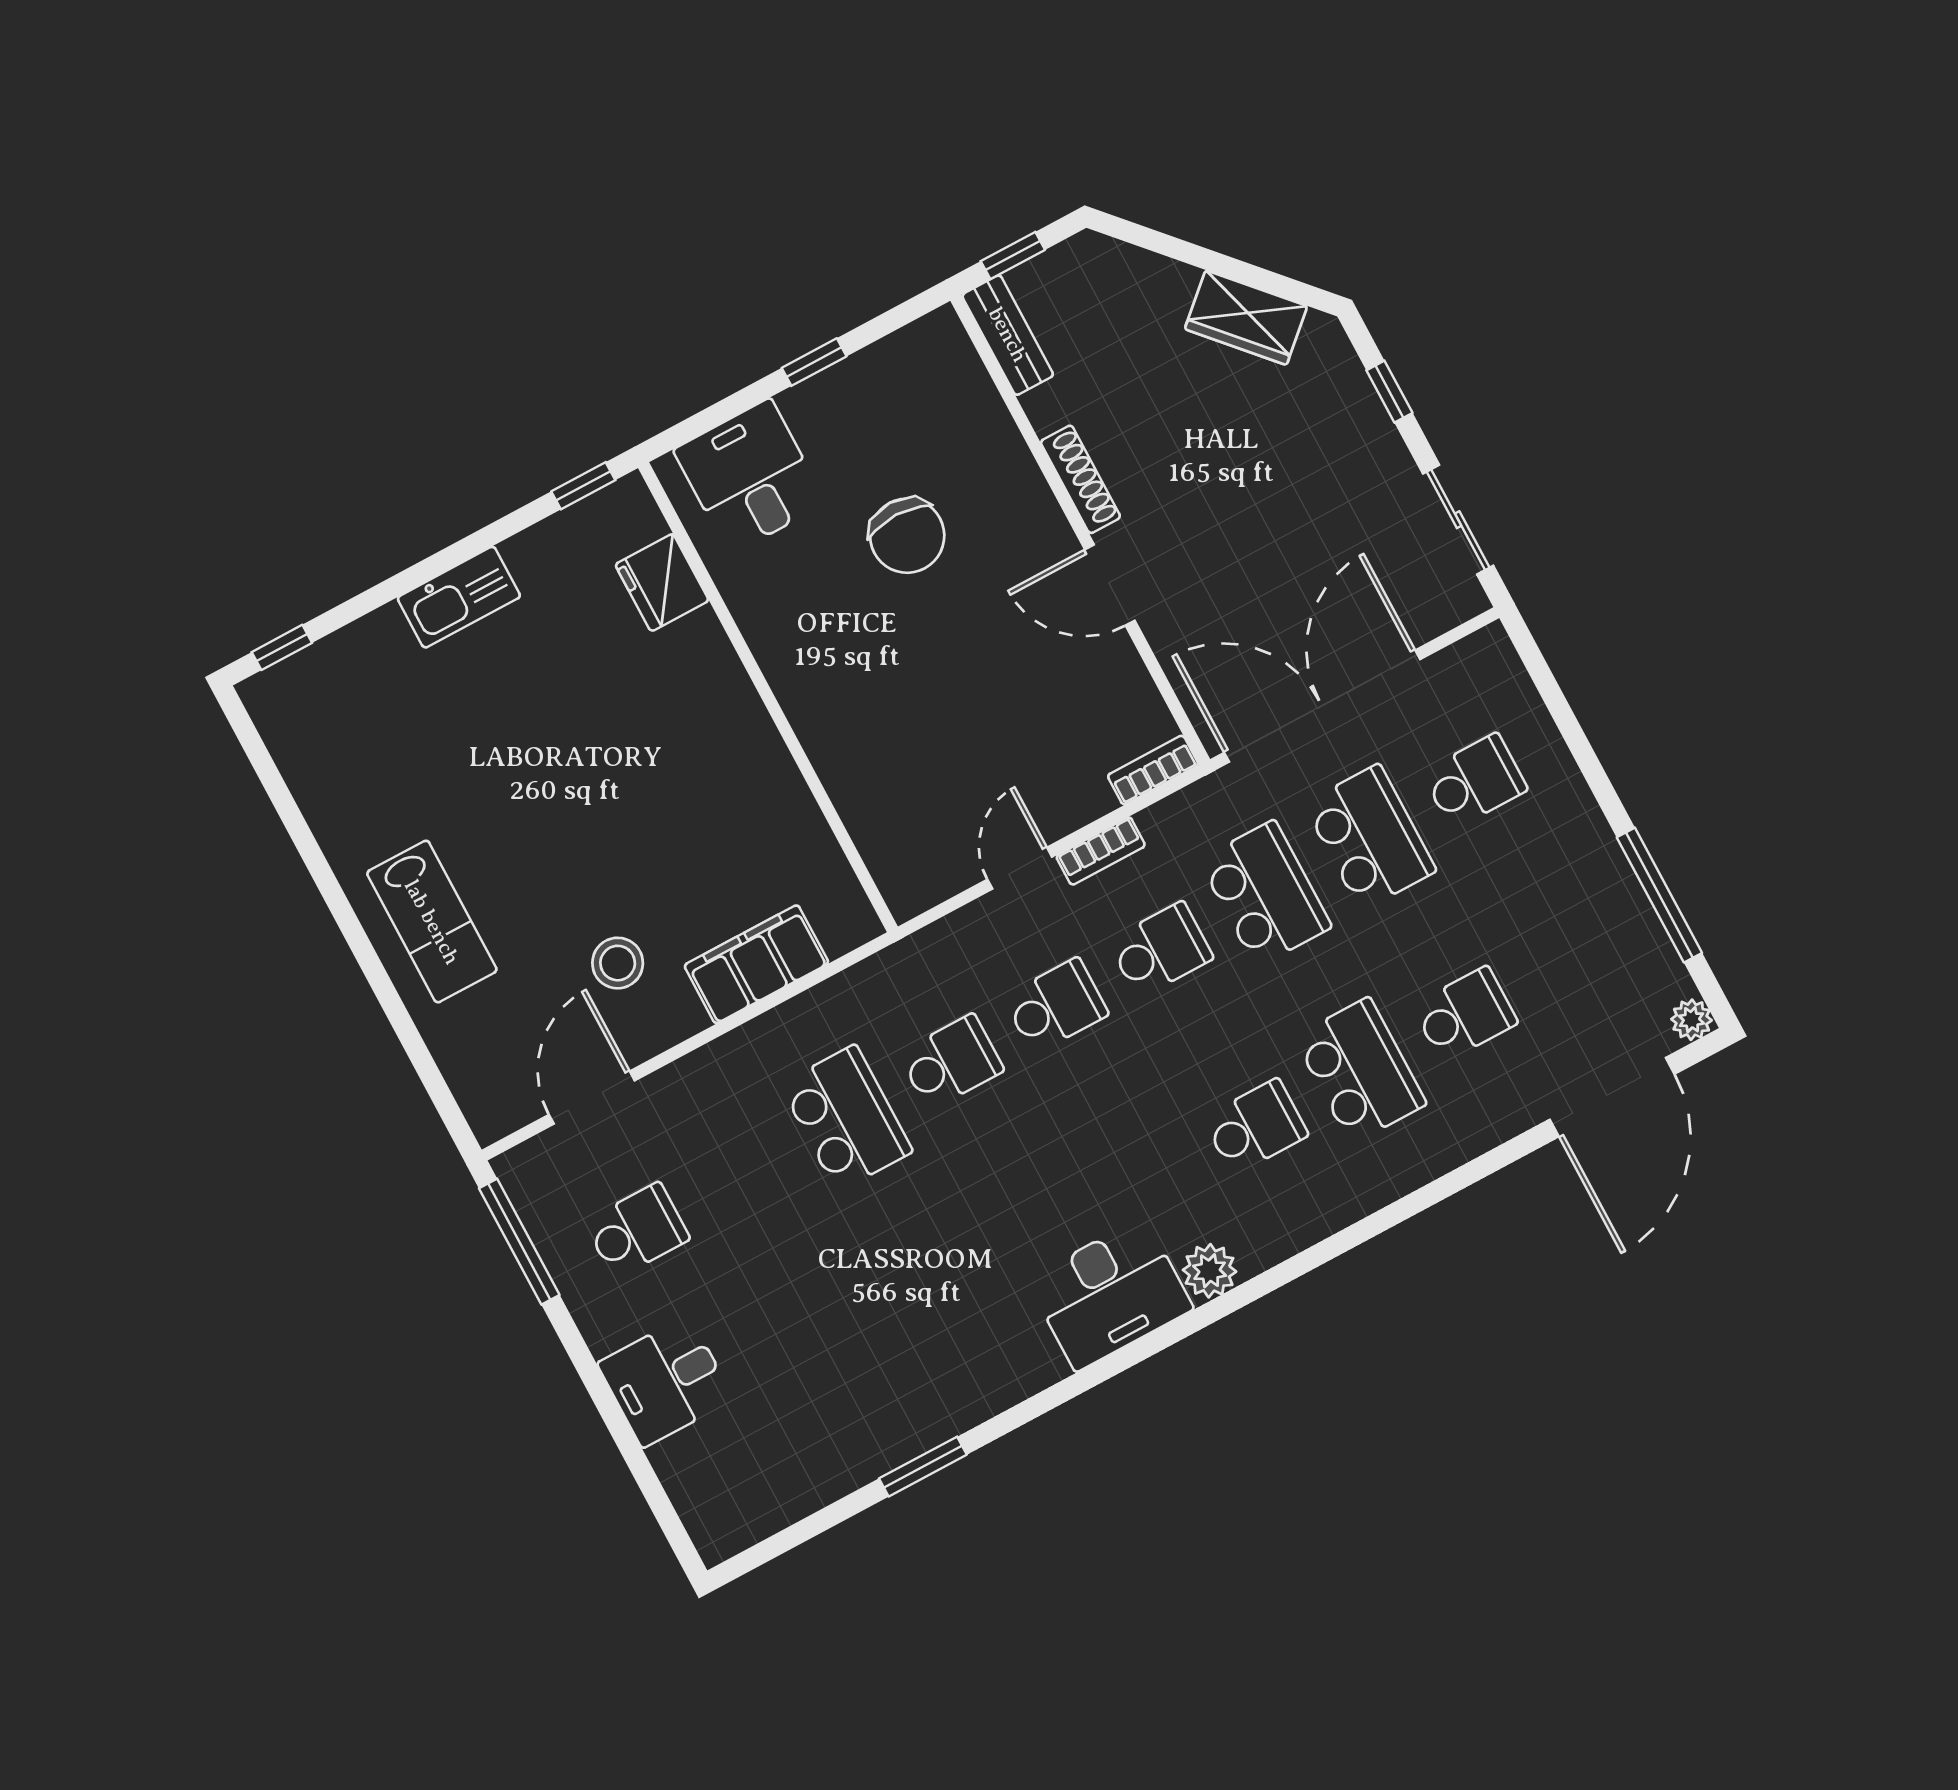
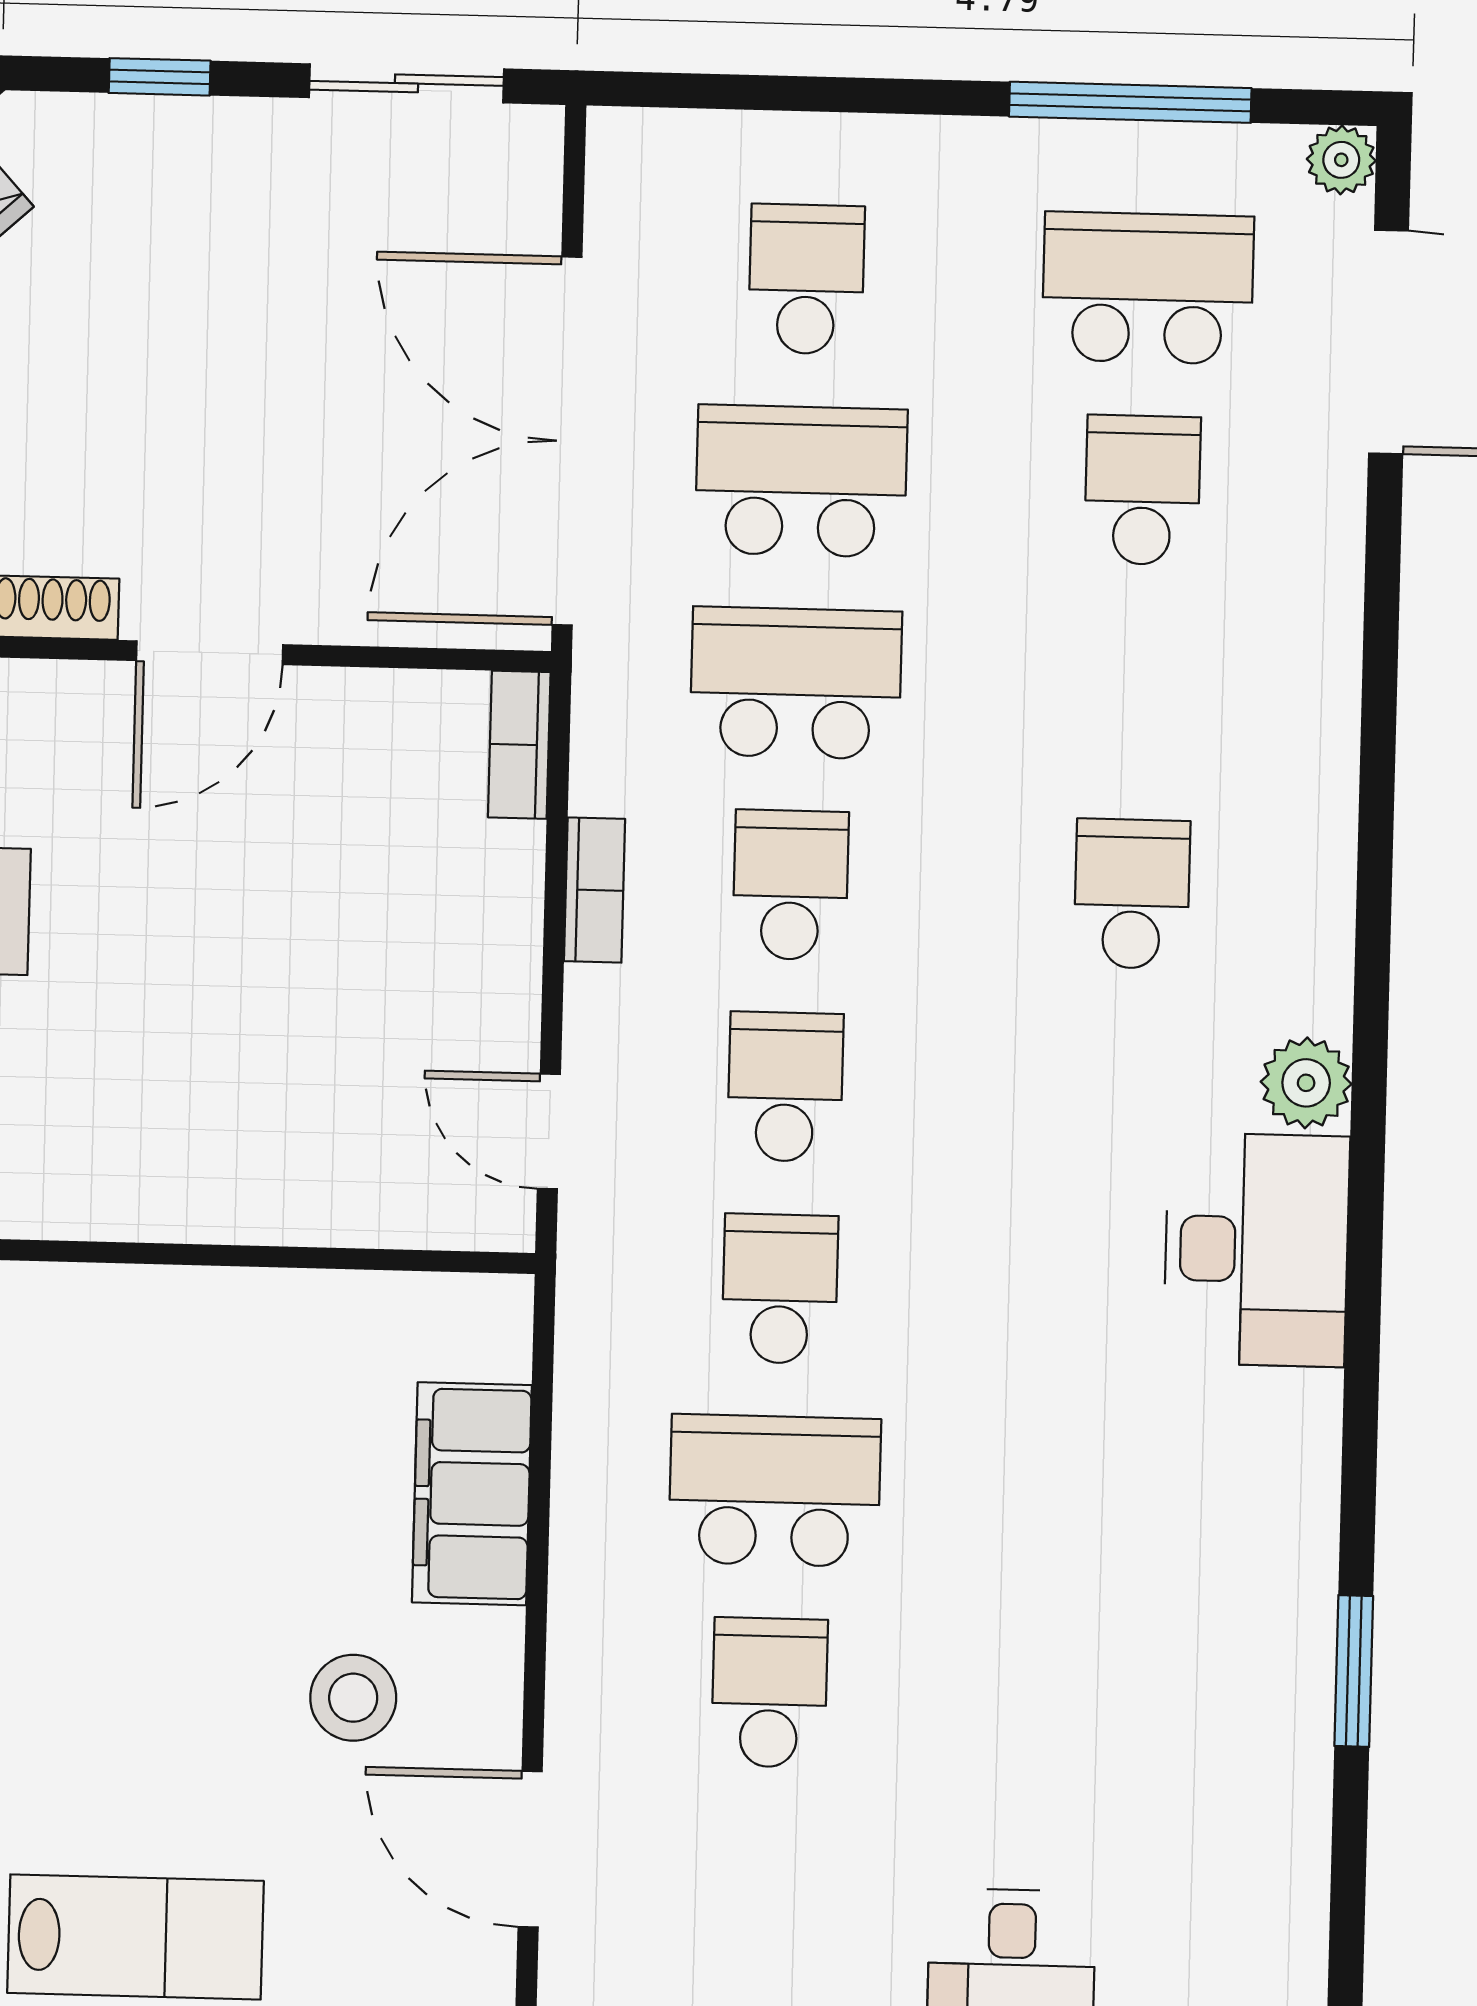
door: (1020, 868) -> (549, 1131), moved
school desk: (1360, 1071) -> (1148, 288), moved
school desk: (637, 1230) -> (769, 1693), moved

